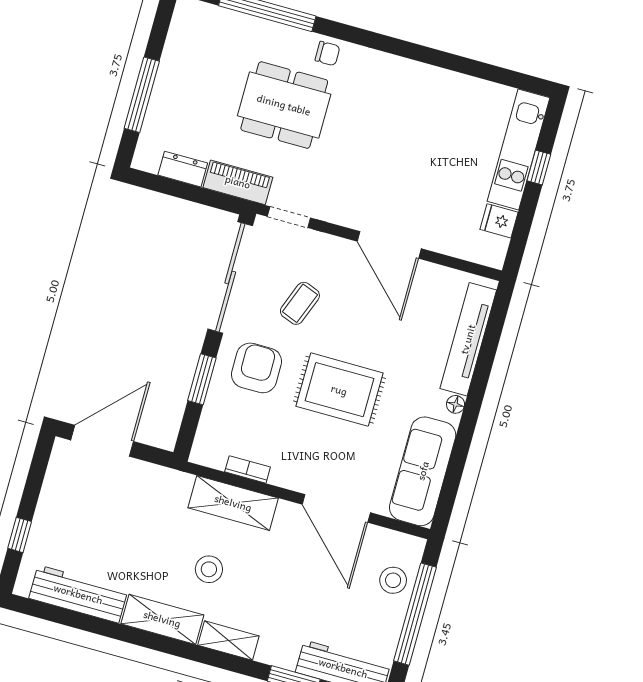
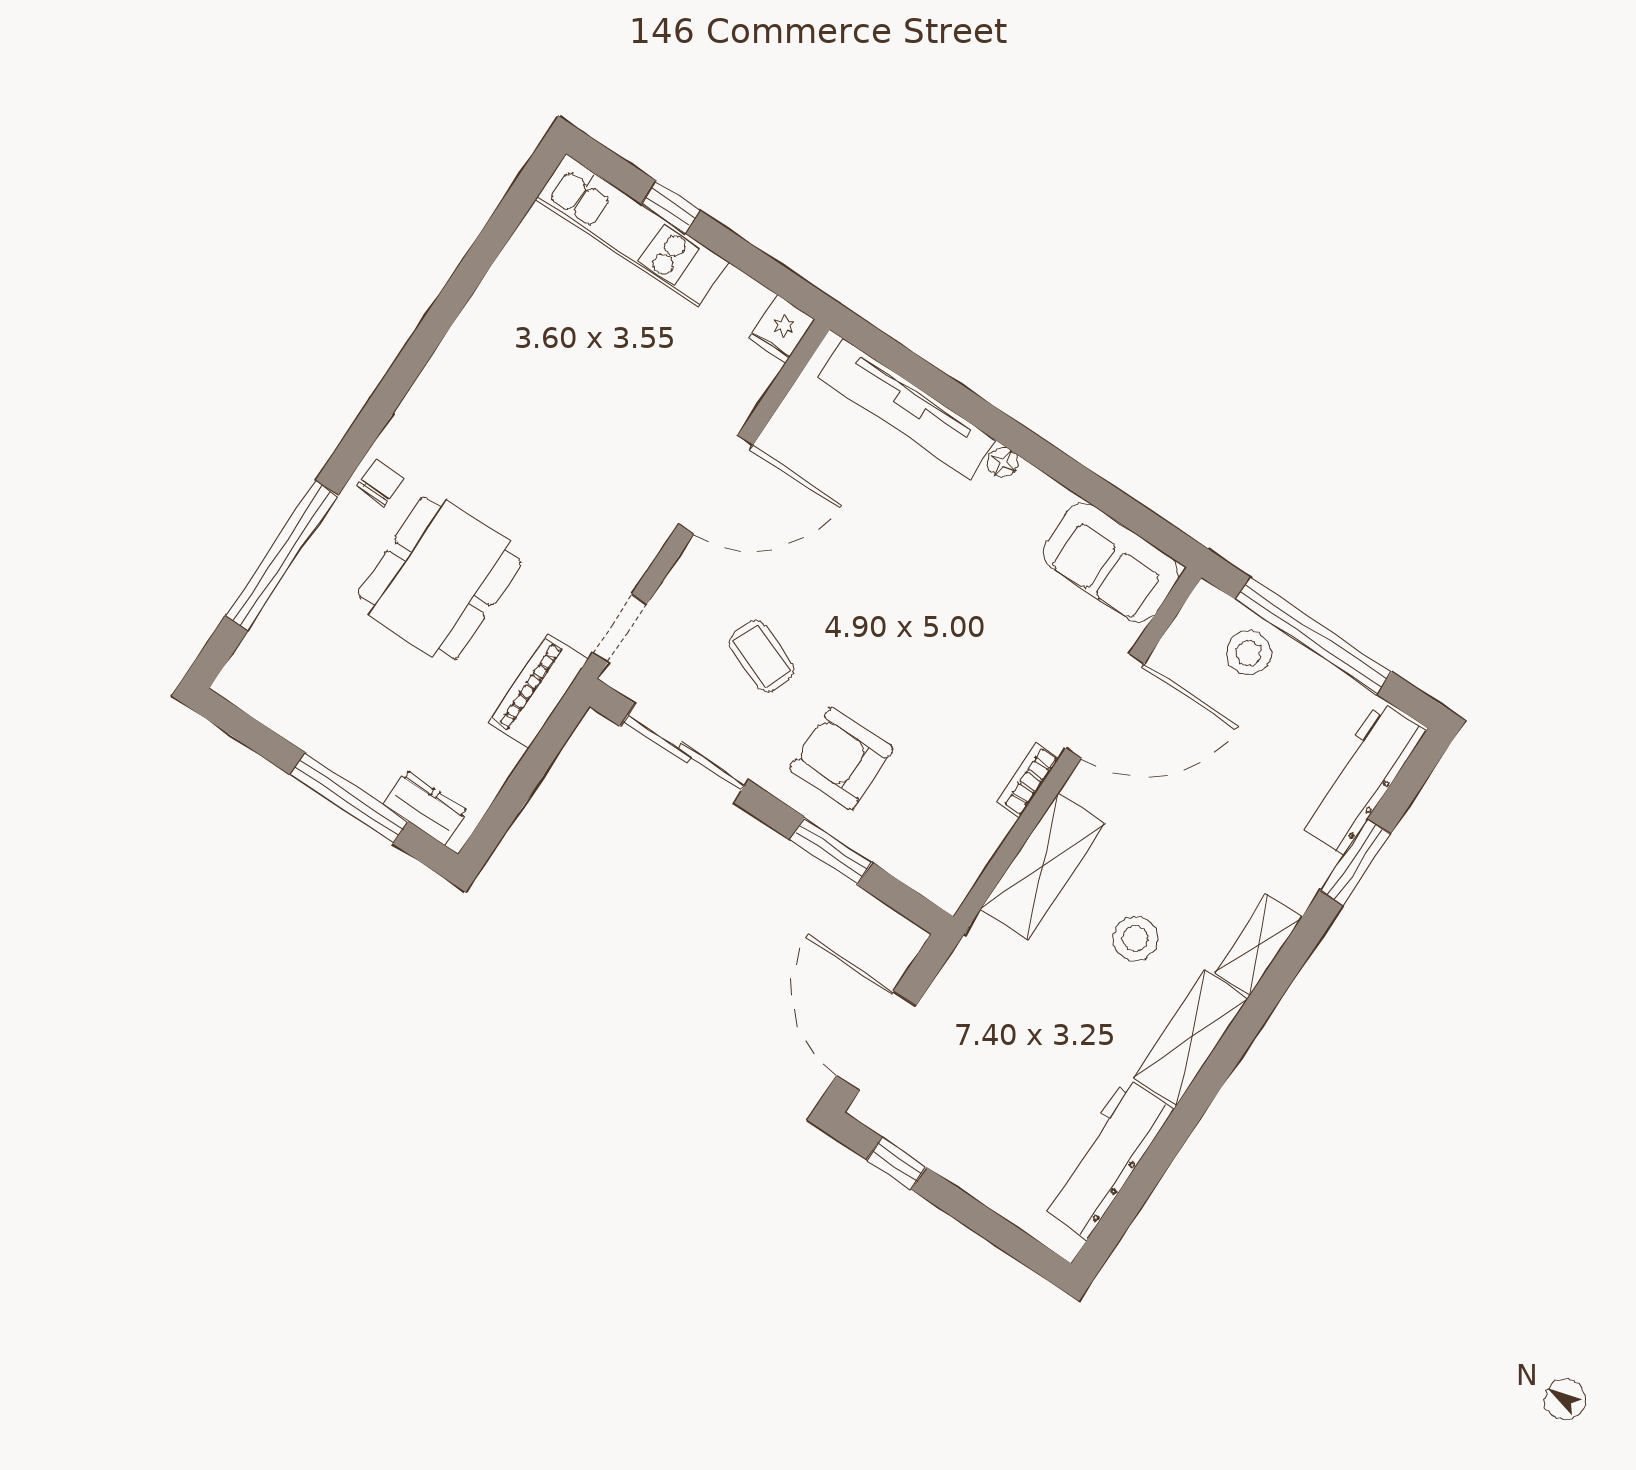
dresser: (183, 169) -> (426, 808), moved, turned 90
fridge: (499, 221) -> (782, 329), moved
sliding door: (230, 277) -> (684, 753), width x0.73
rug: (339, 390) -> (919, 638), removed
bookcase: (248, 469) -> (1028, 780), moved
sofa: (423, 471) -> (1111, 562), width x0.73
window: (20, 535) -> (897, 1163), moved

